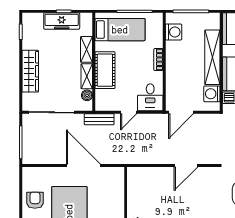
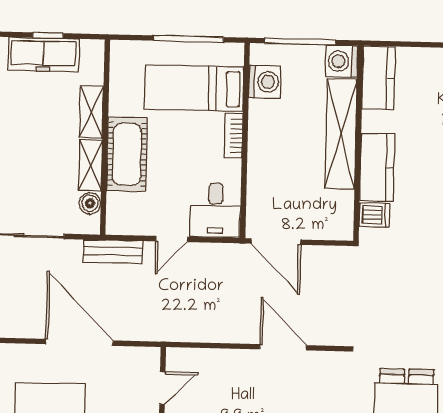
bed: (120, 30) -> (194, 88), moved, turned 180
washing machine: (212, 94) -> (342, 61), moved
door: (181, 112) -> (276, 242), hinge flipped
door: (186, 165) -> (283, 347), swing flipped
door: (126, 187) -> (162, 388), added

